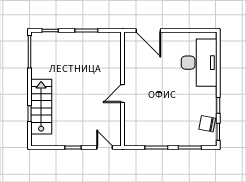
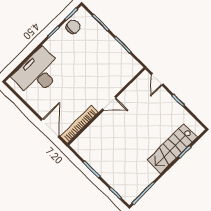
bookcase: (129, 55) -> (79, 124), added
chair: (207, 124) -> (73, 27), turned -101

